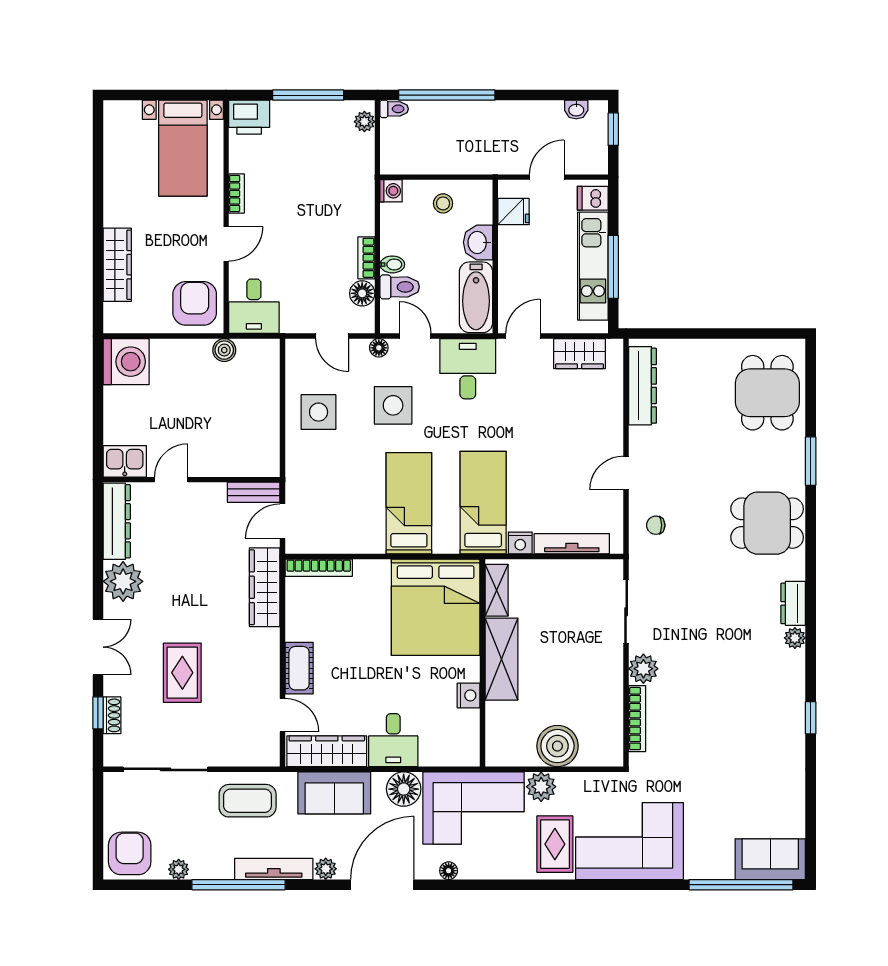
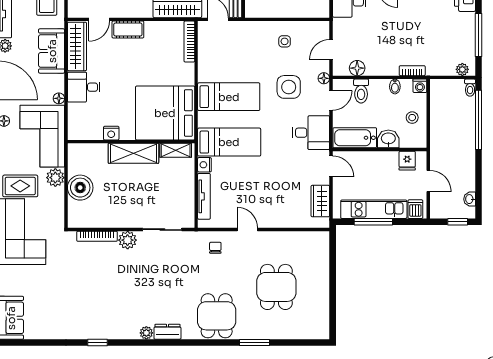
bookcase: (366, 258) -> (412, 71), moved
bidet: (392, 264) -> (395, 87), moved
dresser: (643, 386) -> (301, 240), removed
dining table: (767, 393) -> (276, 287), moved, turned 90
side table: (319, 412) -> (285, 41), width x0.54, depth x0.54
floor lamp: (404, 789) -> (59, 98), width x0.53, depth x0.53

